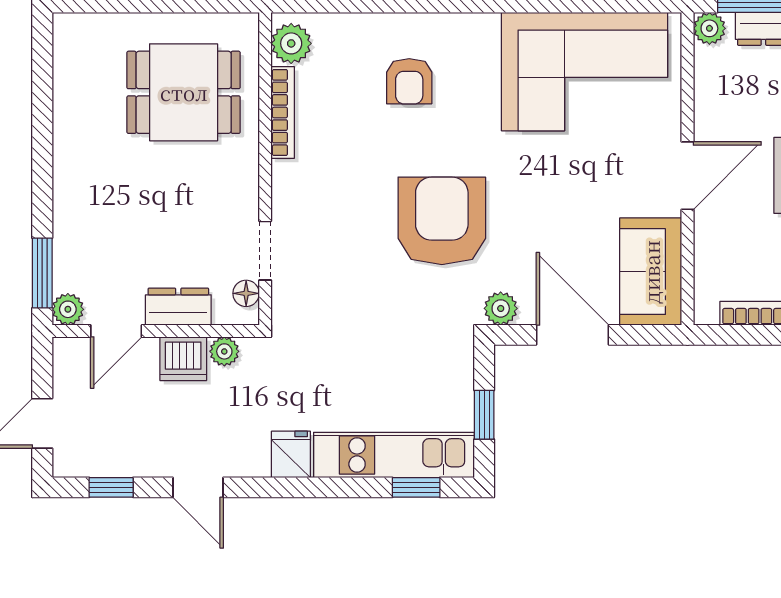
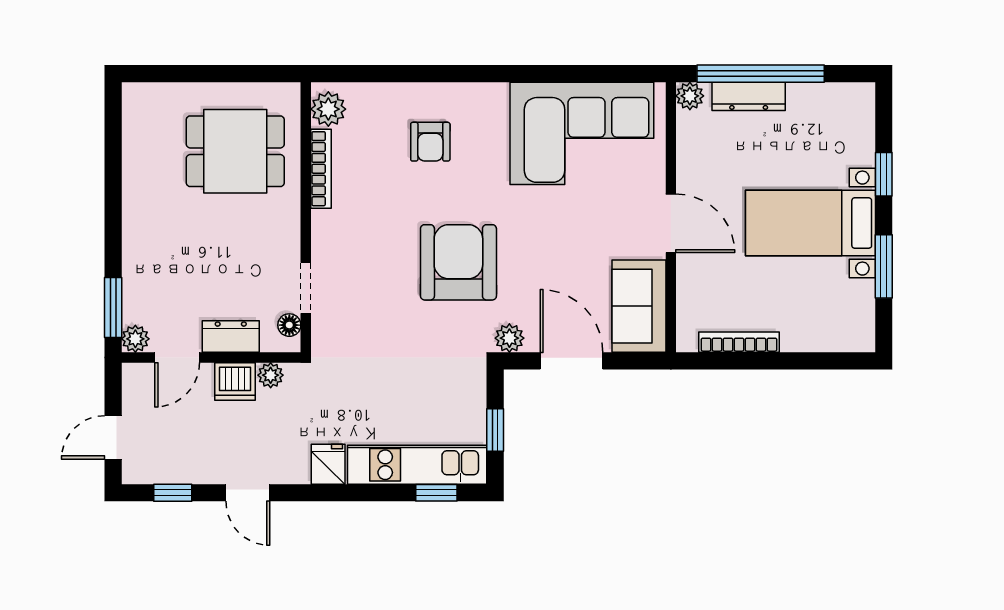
door: (687, 176) -> (671, 223), hinge flipped

